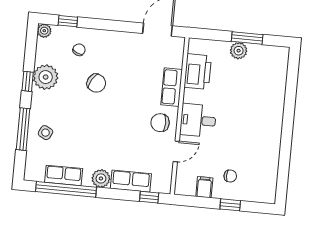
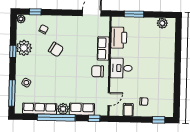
window: (247, 38) -> (134, 14), moved
plant: (239, 51) -> (162, 23), moved
window: (23, 129) -> (12, 93), moved
door: (176, 151) -> (109, 99), moved
row of seats: (64, 175) -> (40, 109), width x1.48
window: (66, 189) -> (56, 118), moved
window: (230, 205) -> (159, 120), moved

